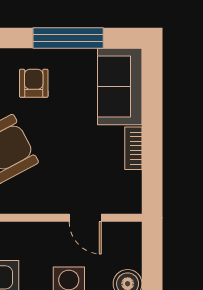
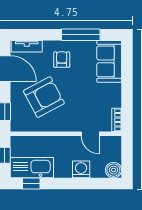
bookcase: (133, 148) -> (117, 120), moved

